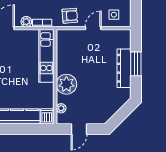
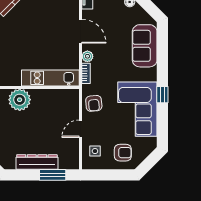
door: (93, 28) -> (80, 129), swing flipped
window: (136, 64) -> (53, 175), moved

